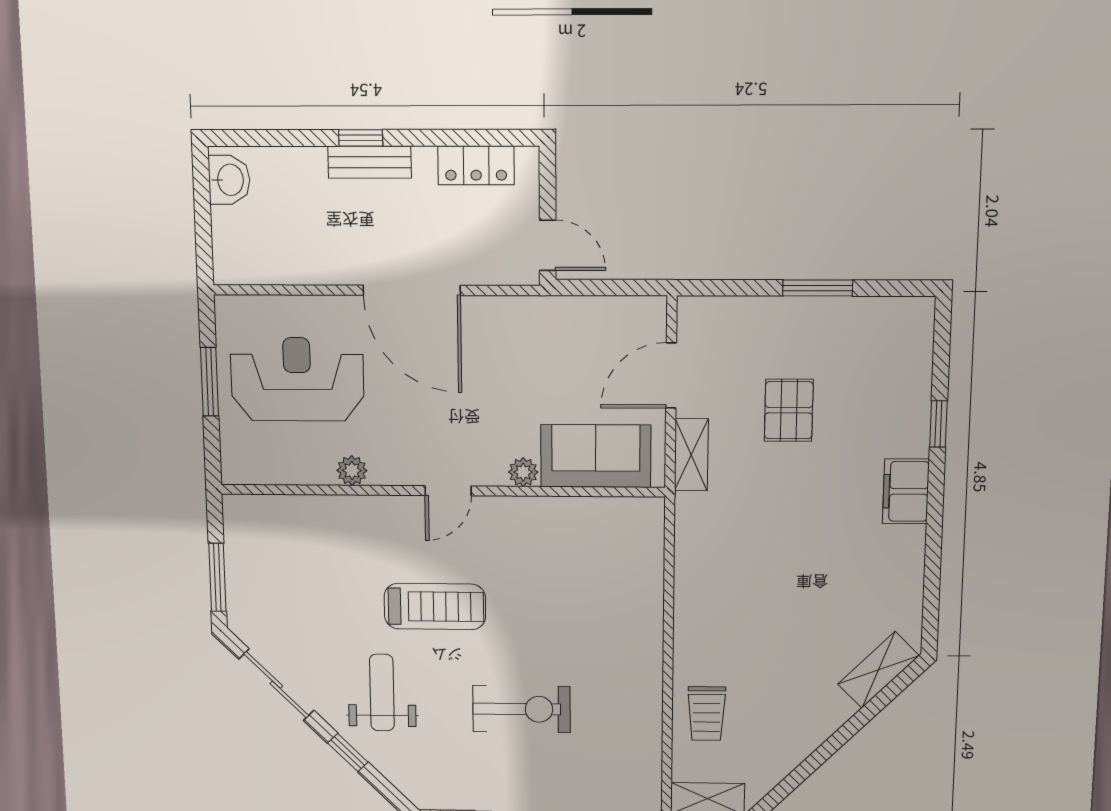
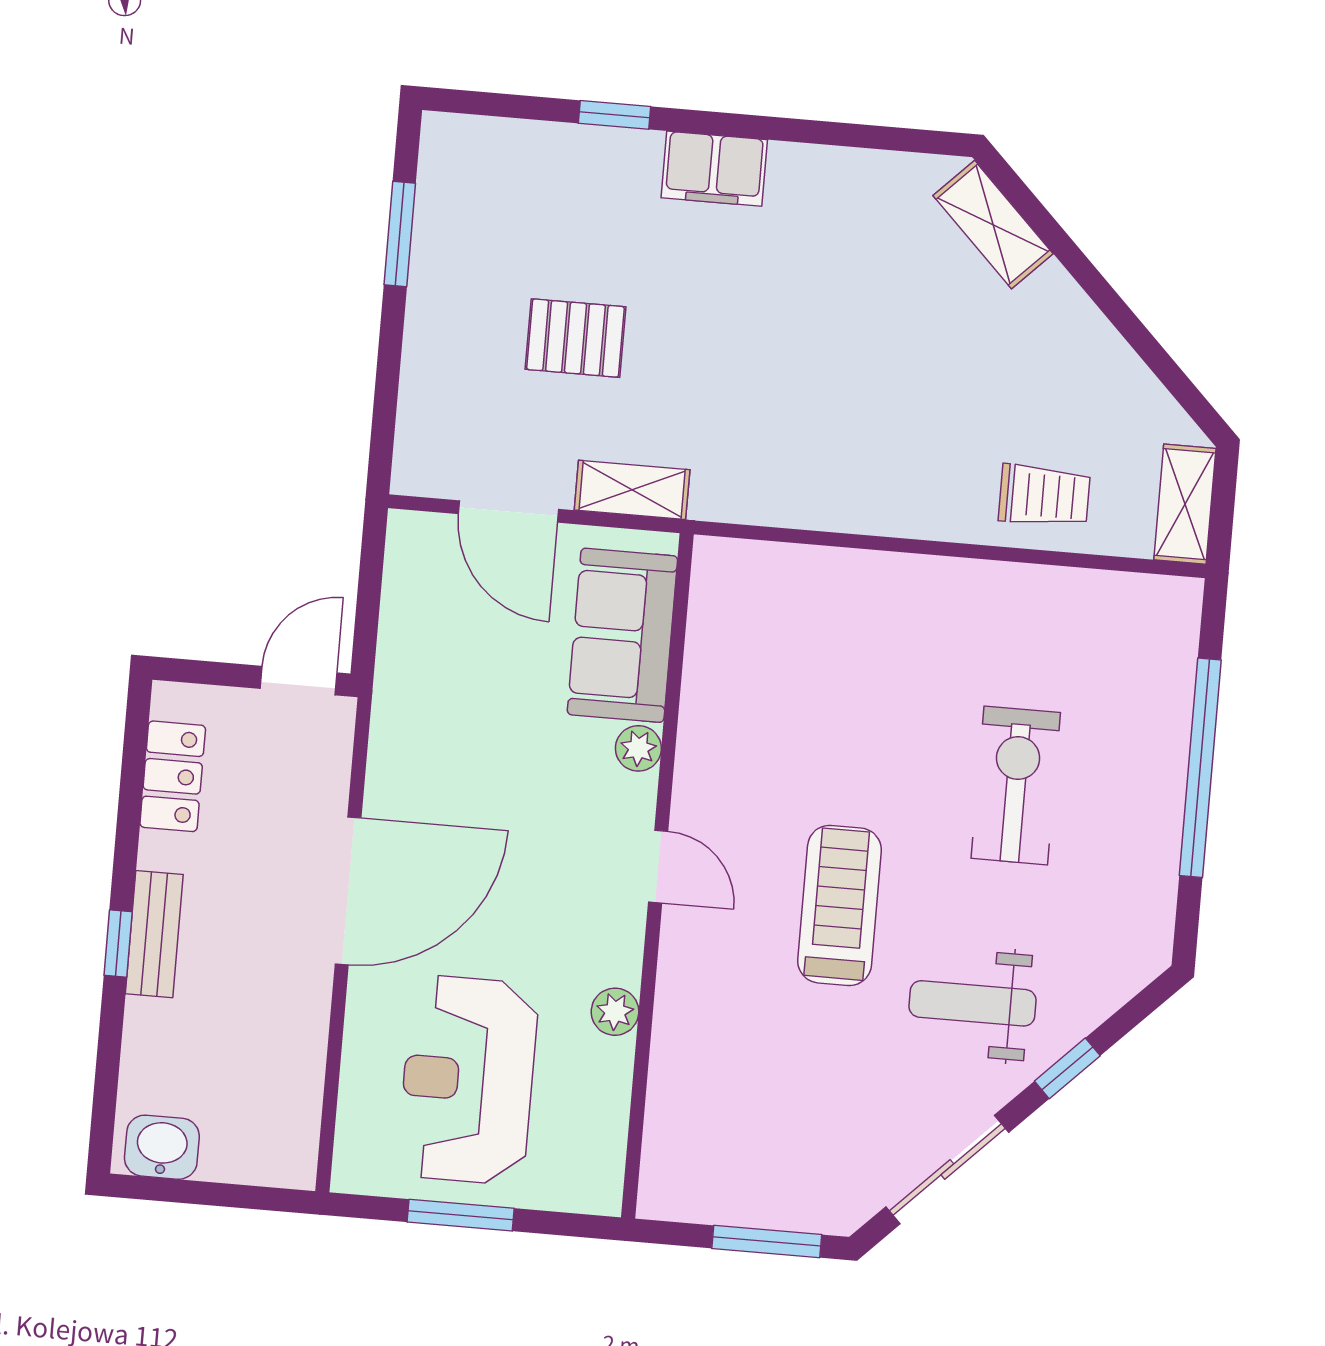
window: (818, 288) -> (400, 234), moved

